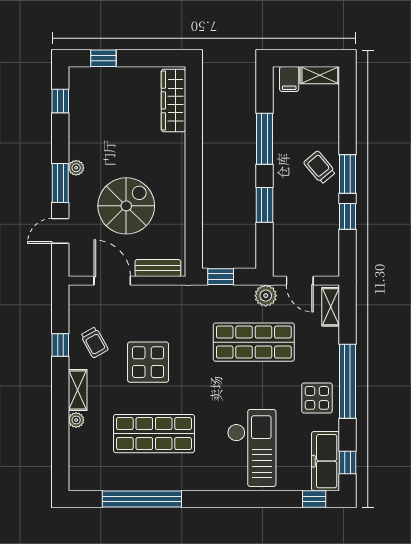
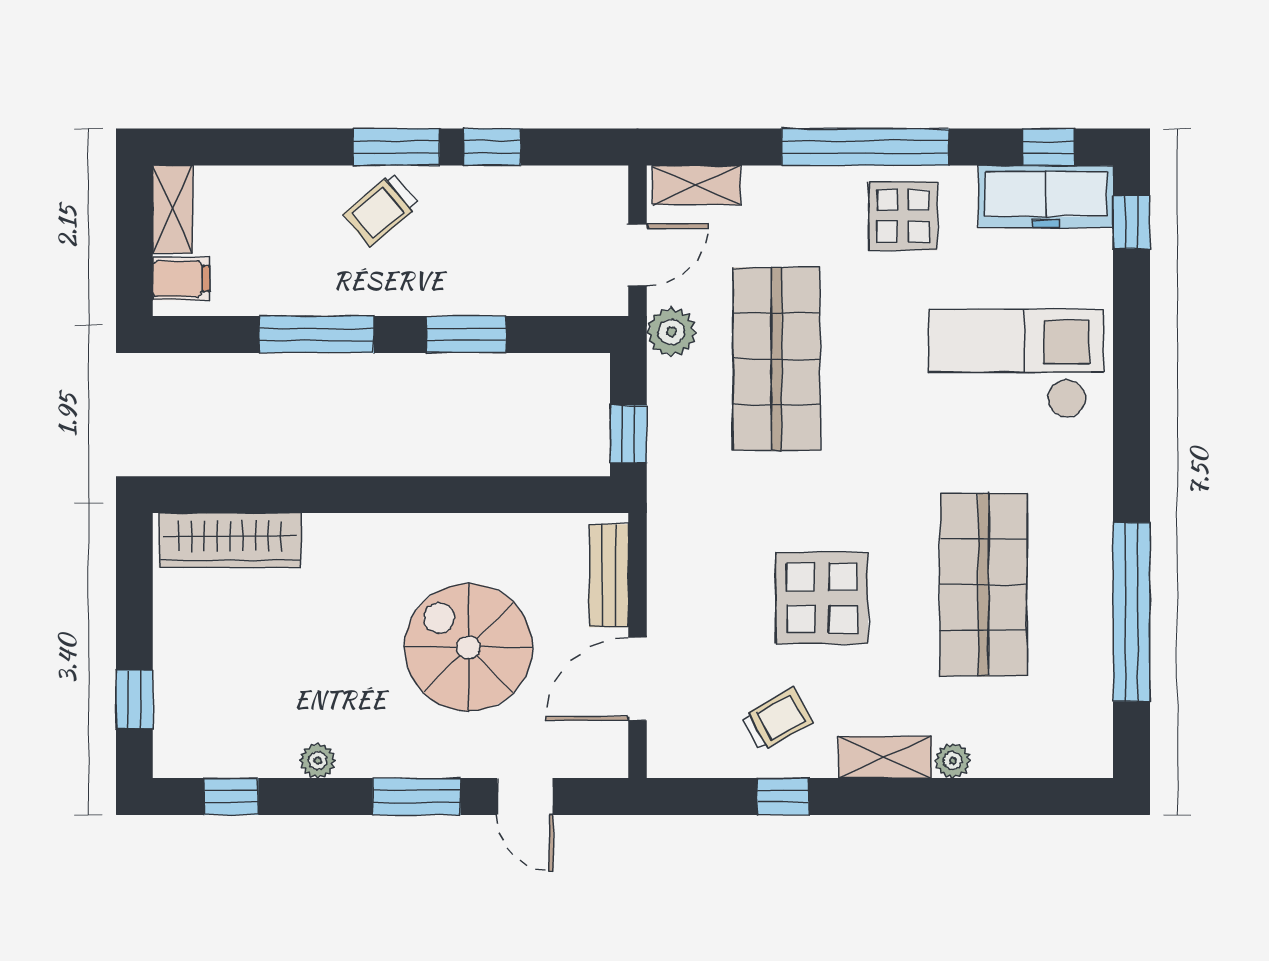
plant: (76, 168) -> (318, 761), moved

